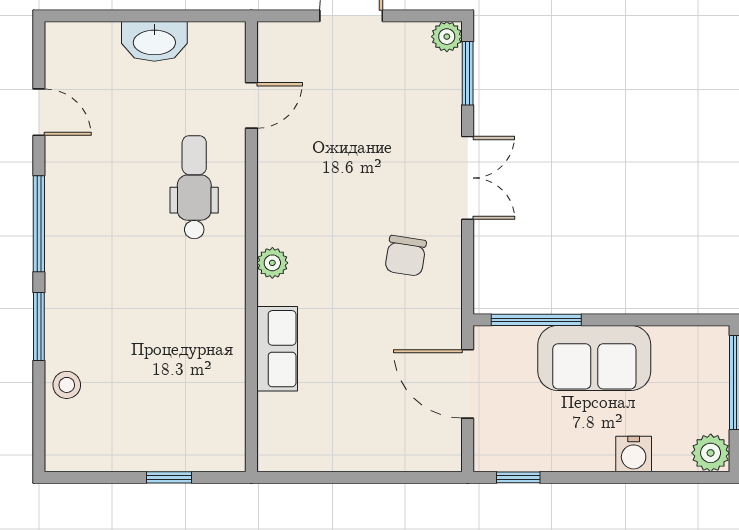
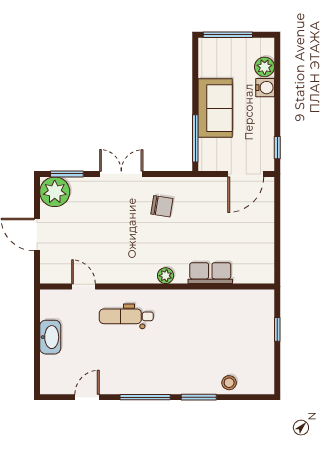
plant: (447, 37) -> (55, 192), width x1.88, depth x1.88
door: (468, 384) -> (246, 174), moved
plant: (711, 453) -> (265, 67), moved

